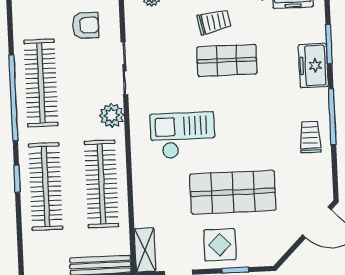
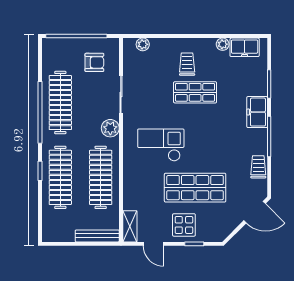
trolley: (214, 22) -> (187, 64), turned -79
freezer: (313, 66) -> (257, 112), moved
trolley: (310, 137) -> (258, 167), moved

